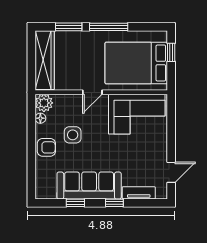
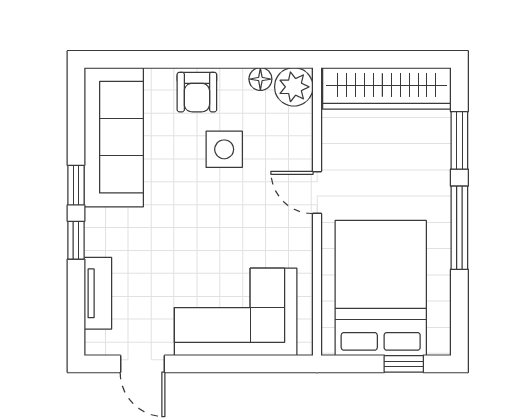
corner sofa: (137, 114) -> (236, 312), moved, turned 90
sofa: (89, 186) -> (114, 137), moved
window: (75, 203) -> (76, 185), moved

